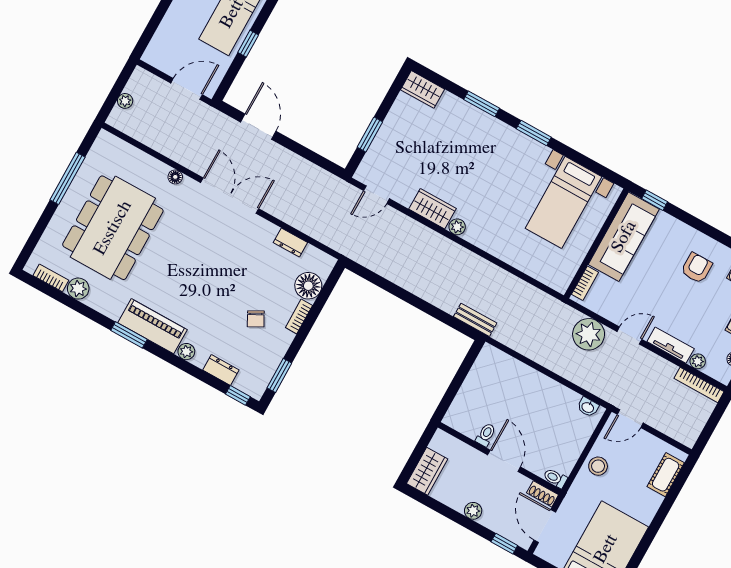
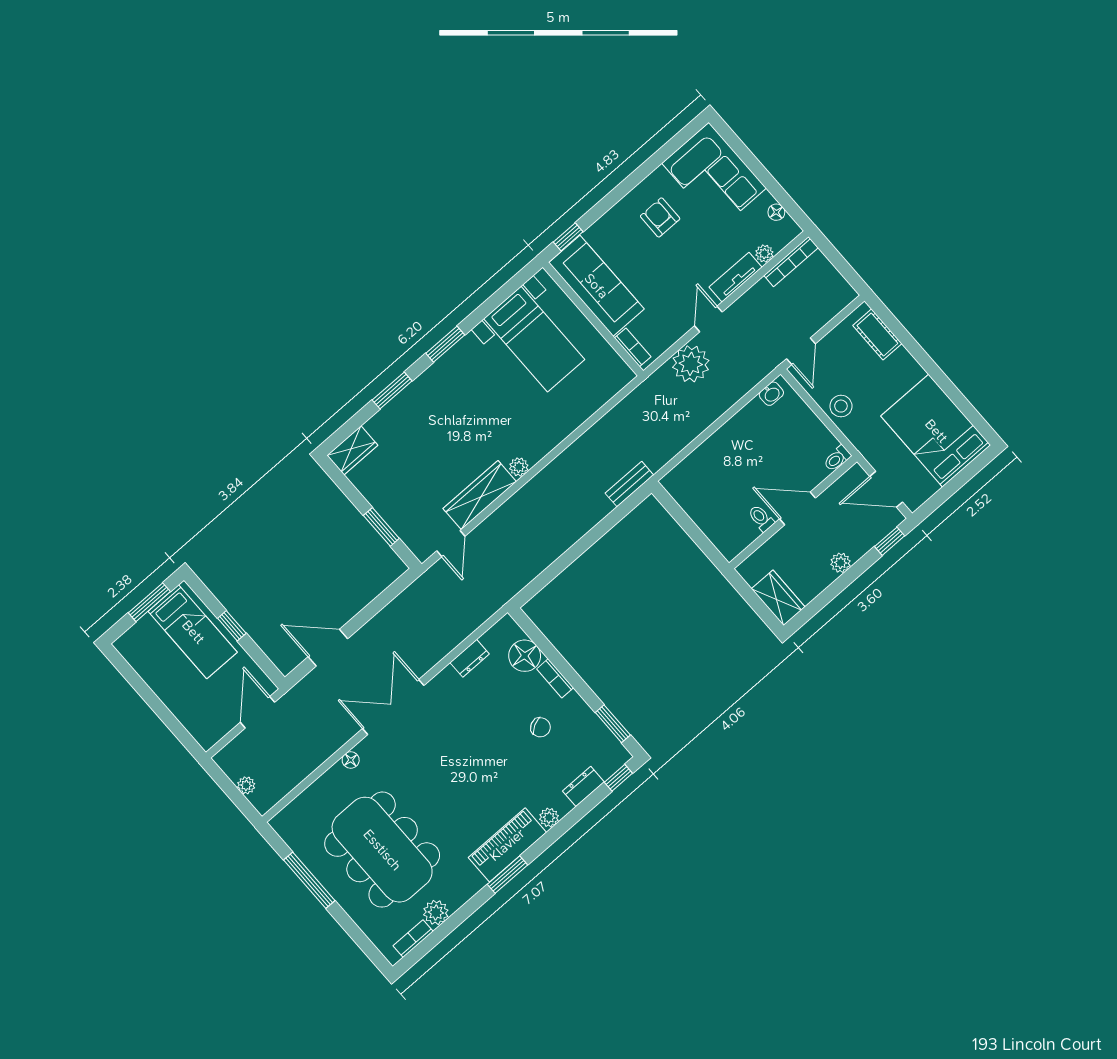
wardrobe: (433, 209) -> (480, 495), width x1.50
shoe rack: (543, 494) -> (849, 479), removed

